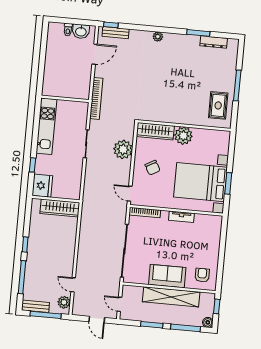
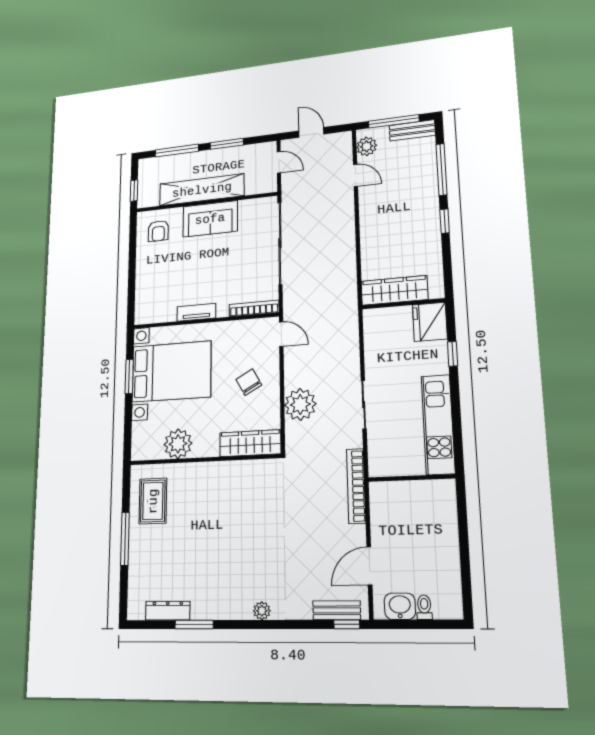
plant: (183, 136) -> (178, 444), moved
boiler: (208, 322) -> (145, 165), removed

